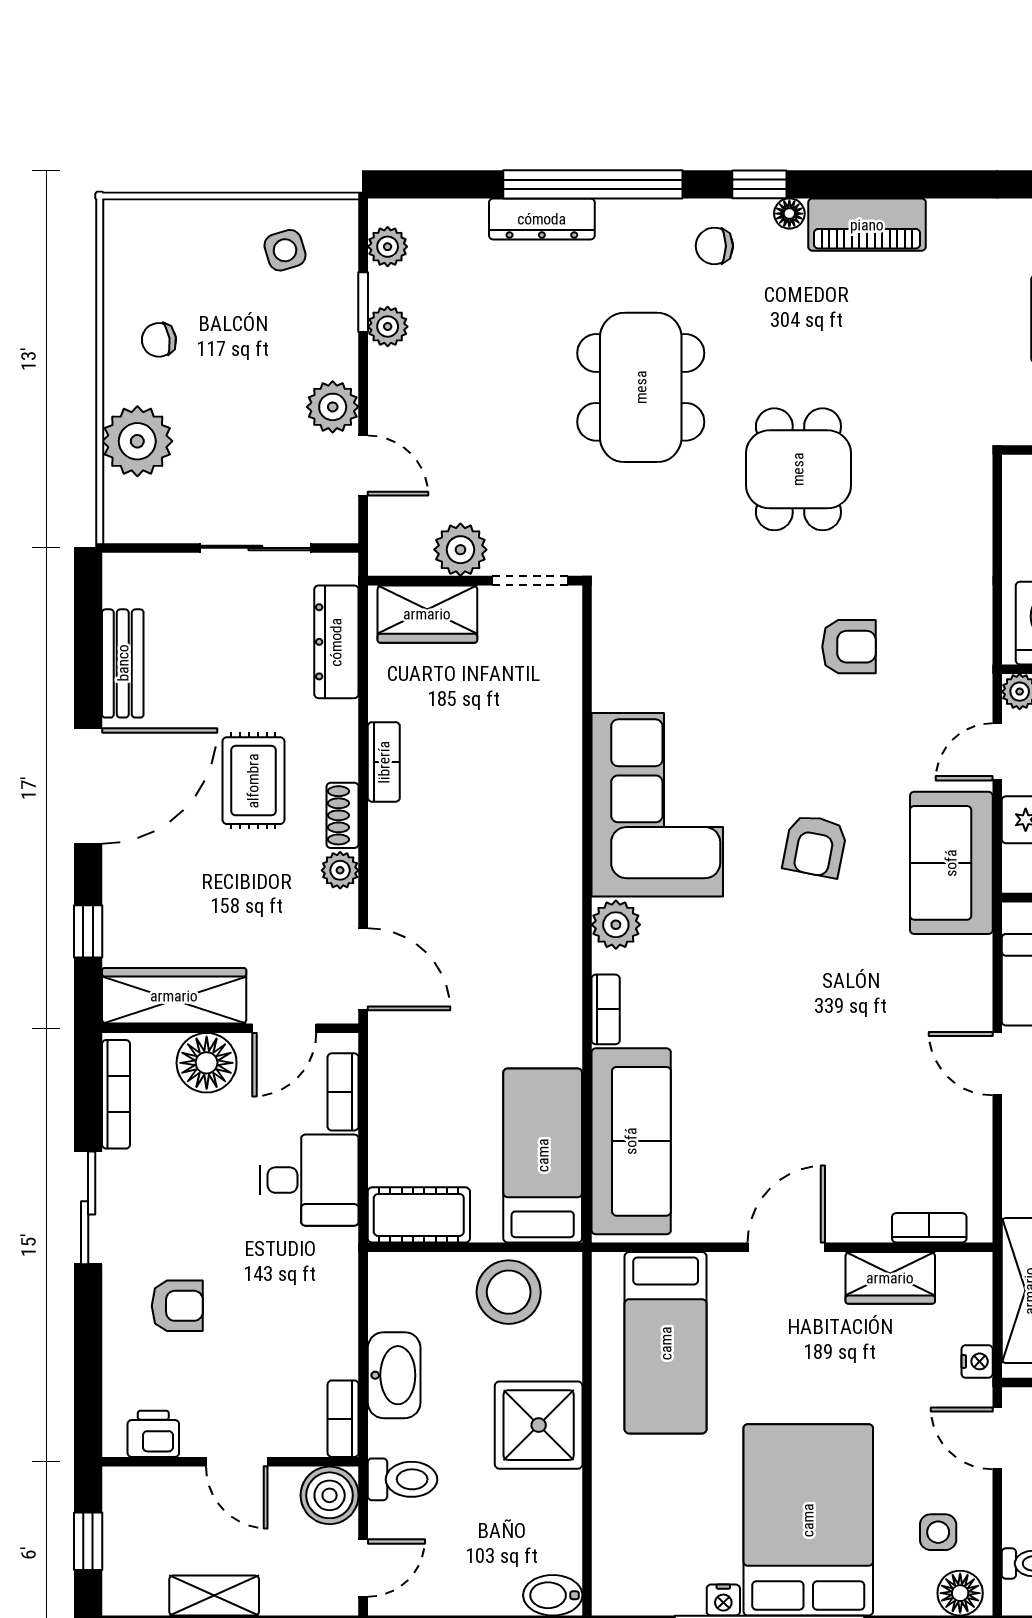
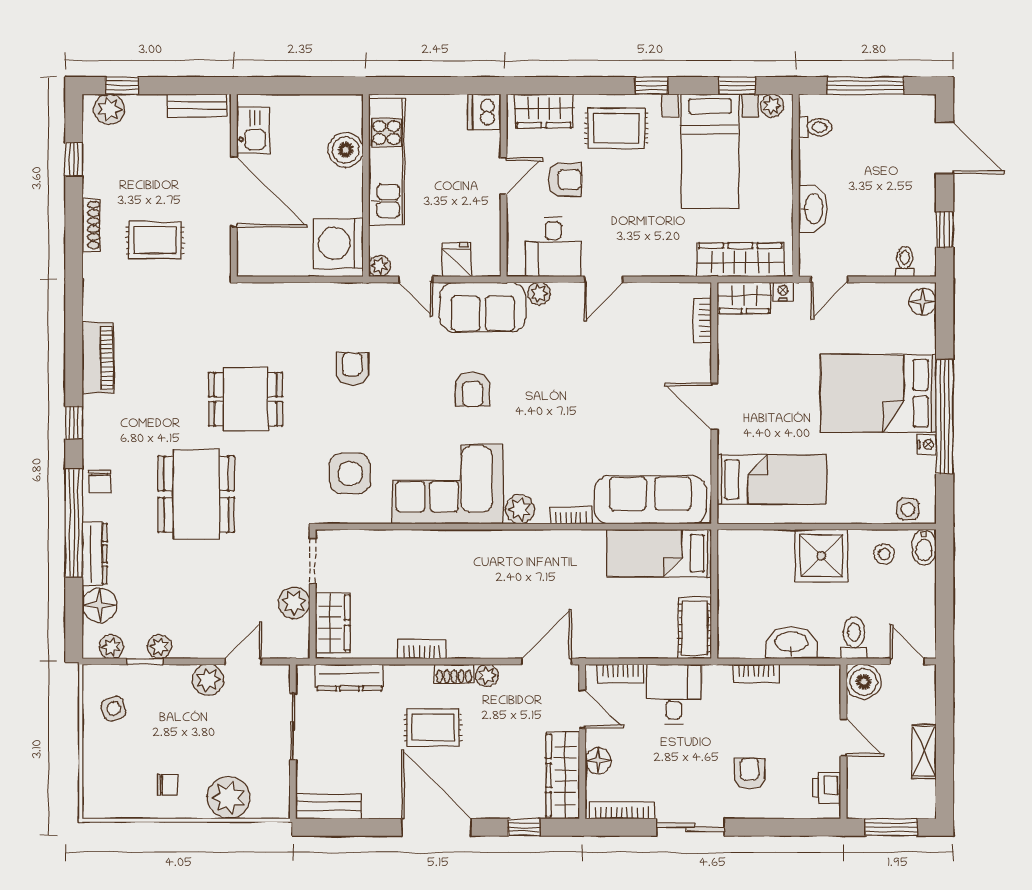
floor lamp: (789, 214) -> (100, 605), moved, width x1.89, depth x1.89
chair: (714, 246) -> (100, 481), moved
chair: (159, 340) -> (168, 785), turned -81
dining table: (641, 387) -> (196, 494), turned 90
side table: (675, 643) -> (350, 473), added
bench: (123, 663) -> (328, 806), moved
armchair: (815, 846) -> (472, 389), turned 79
plant: (974, 957) -> (539, 293), added
floor lamp: (207, 1063) -> (598, 761), width x0.73, depth x0.73
wardrobe: (890, 1278) -> (744, 298), moved, turned 90
stool: (509, 1292) -> (884, 554), moved, width x0.53, depth x0.53
bookcase: (343, 1419) -> (756, 674), moved
door: (237, 1462) -> (843, 738), hinge flipped
side table: (938, 1532) -> (908, 509), moved
window: (88, 1541) -> (891, 827), width x1.50

